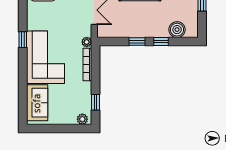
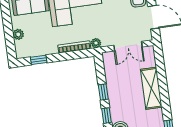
plant: (82, 119) -> (18, 34), moved

